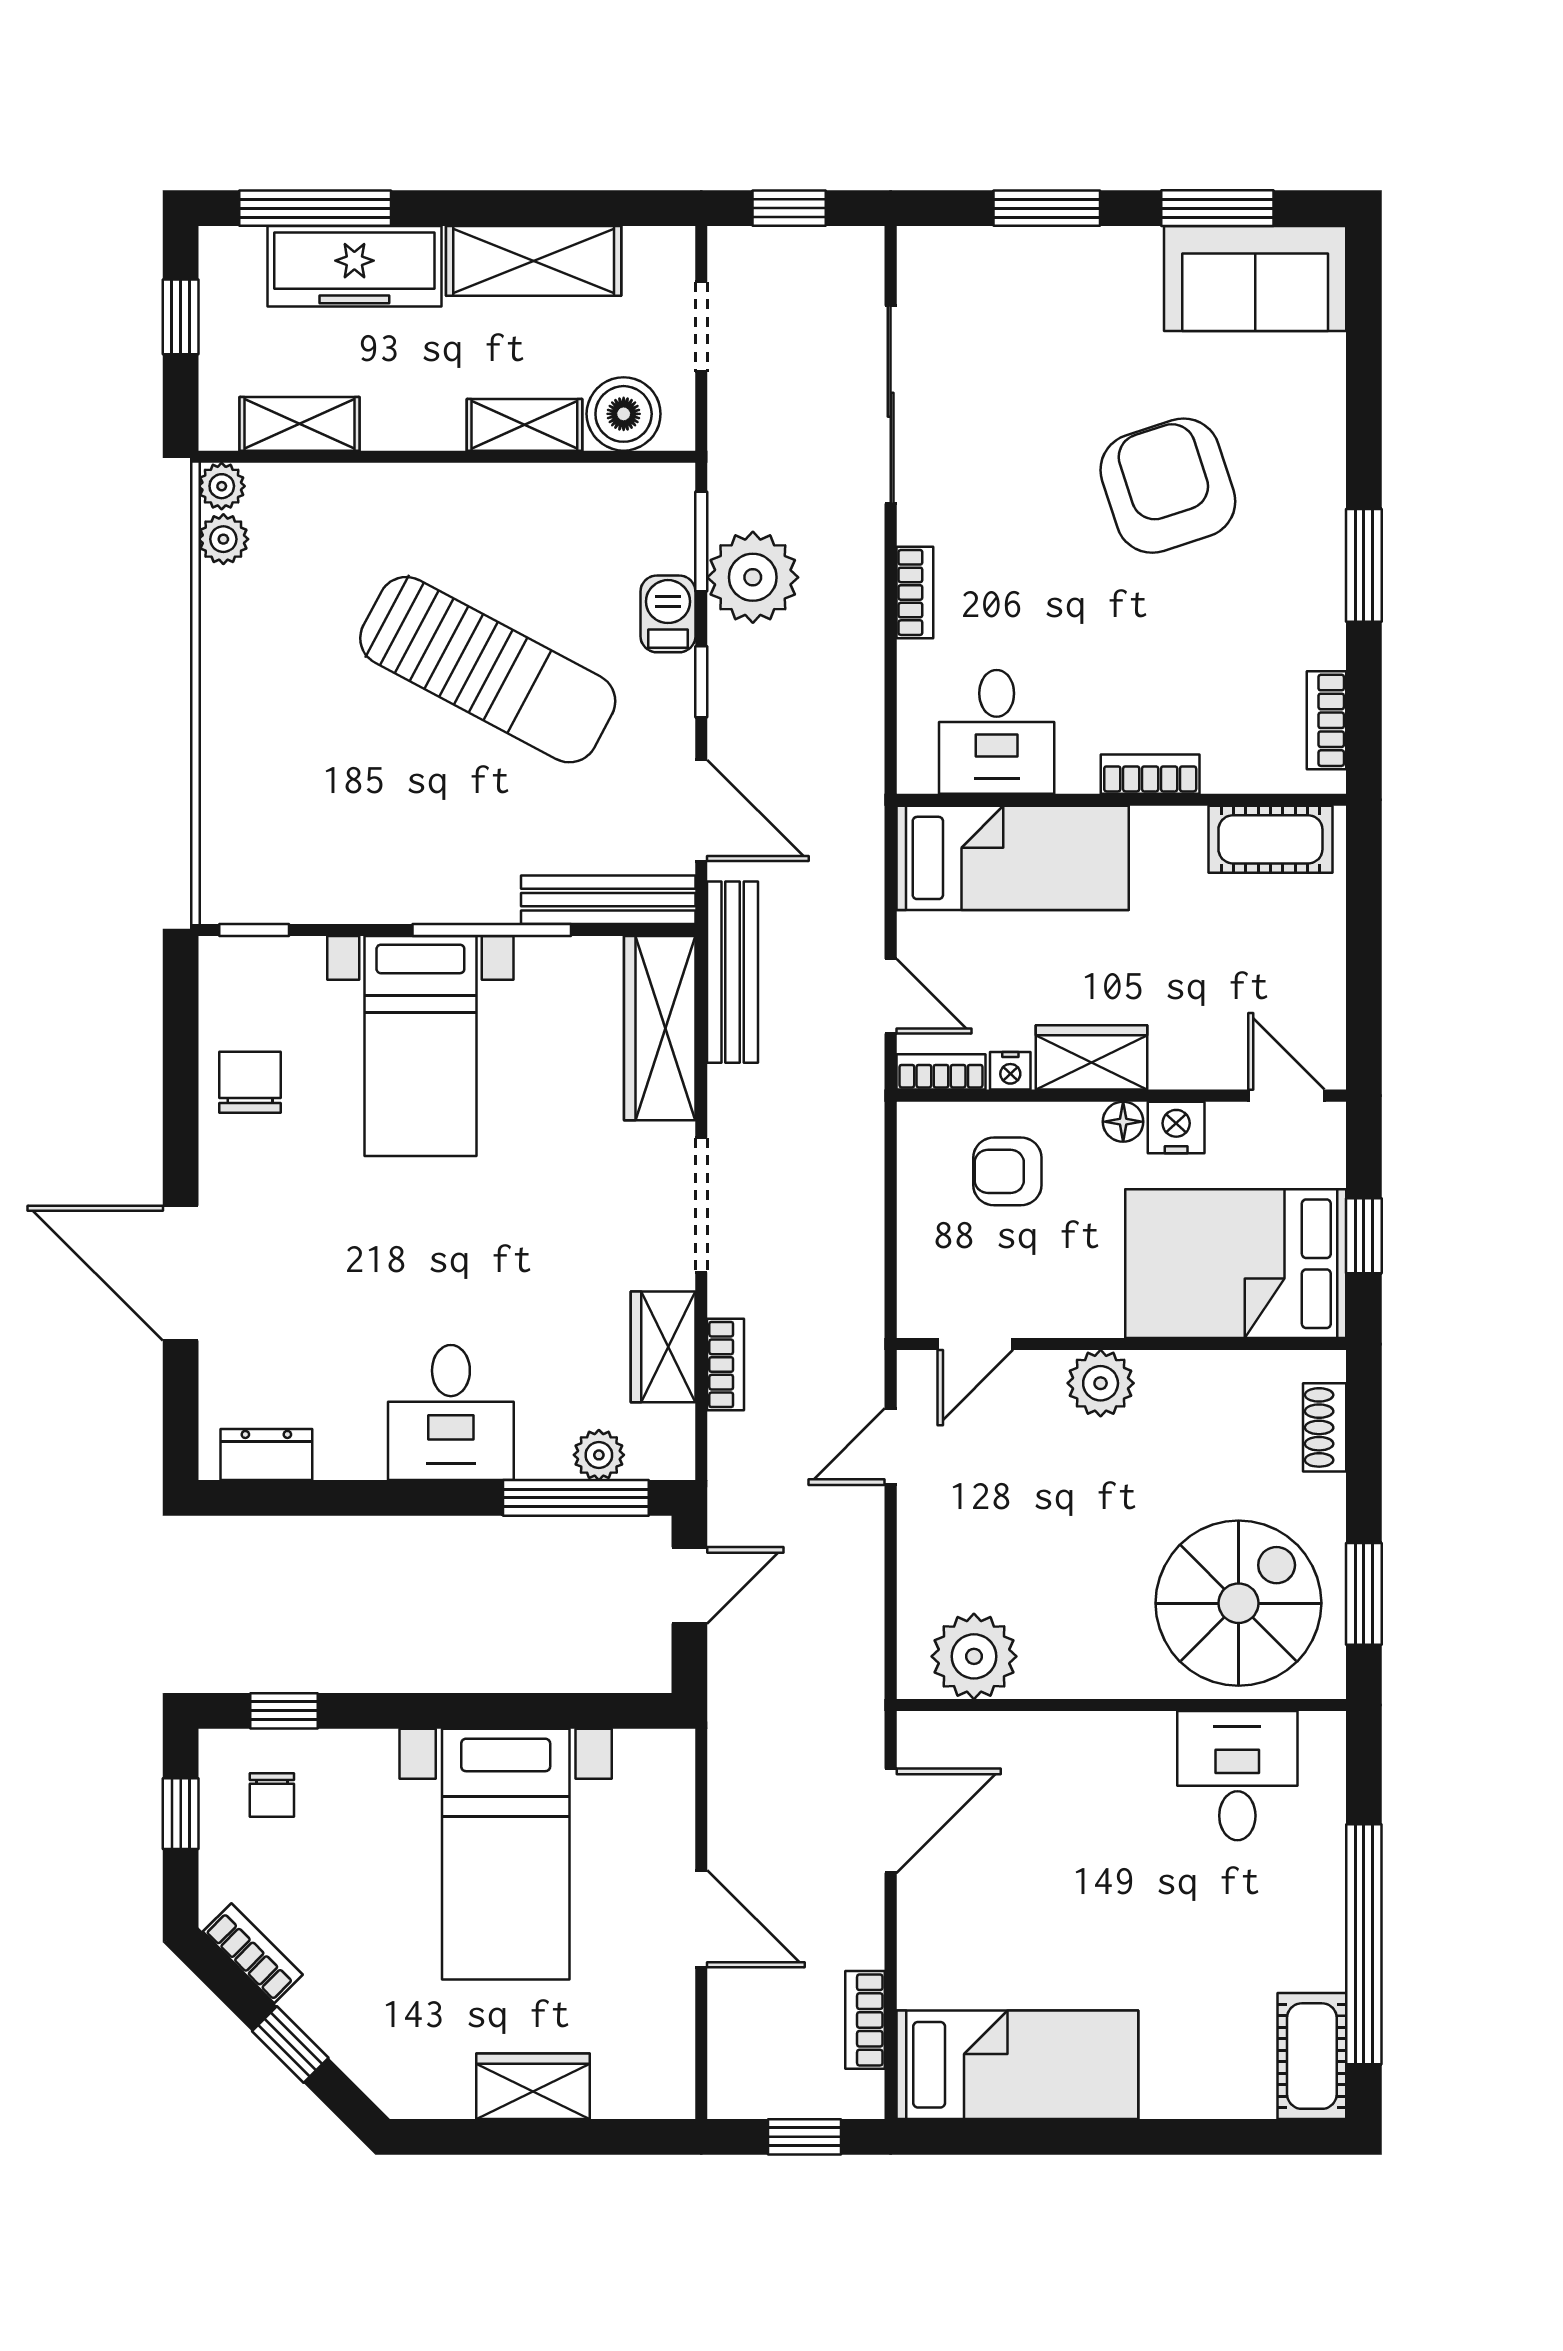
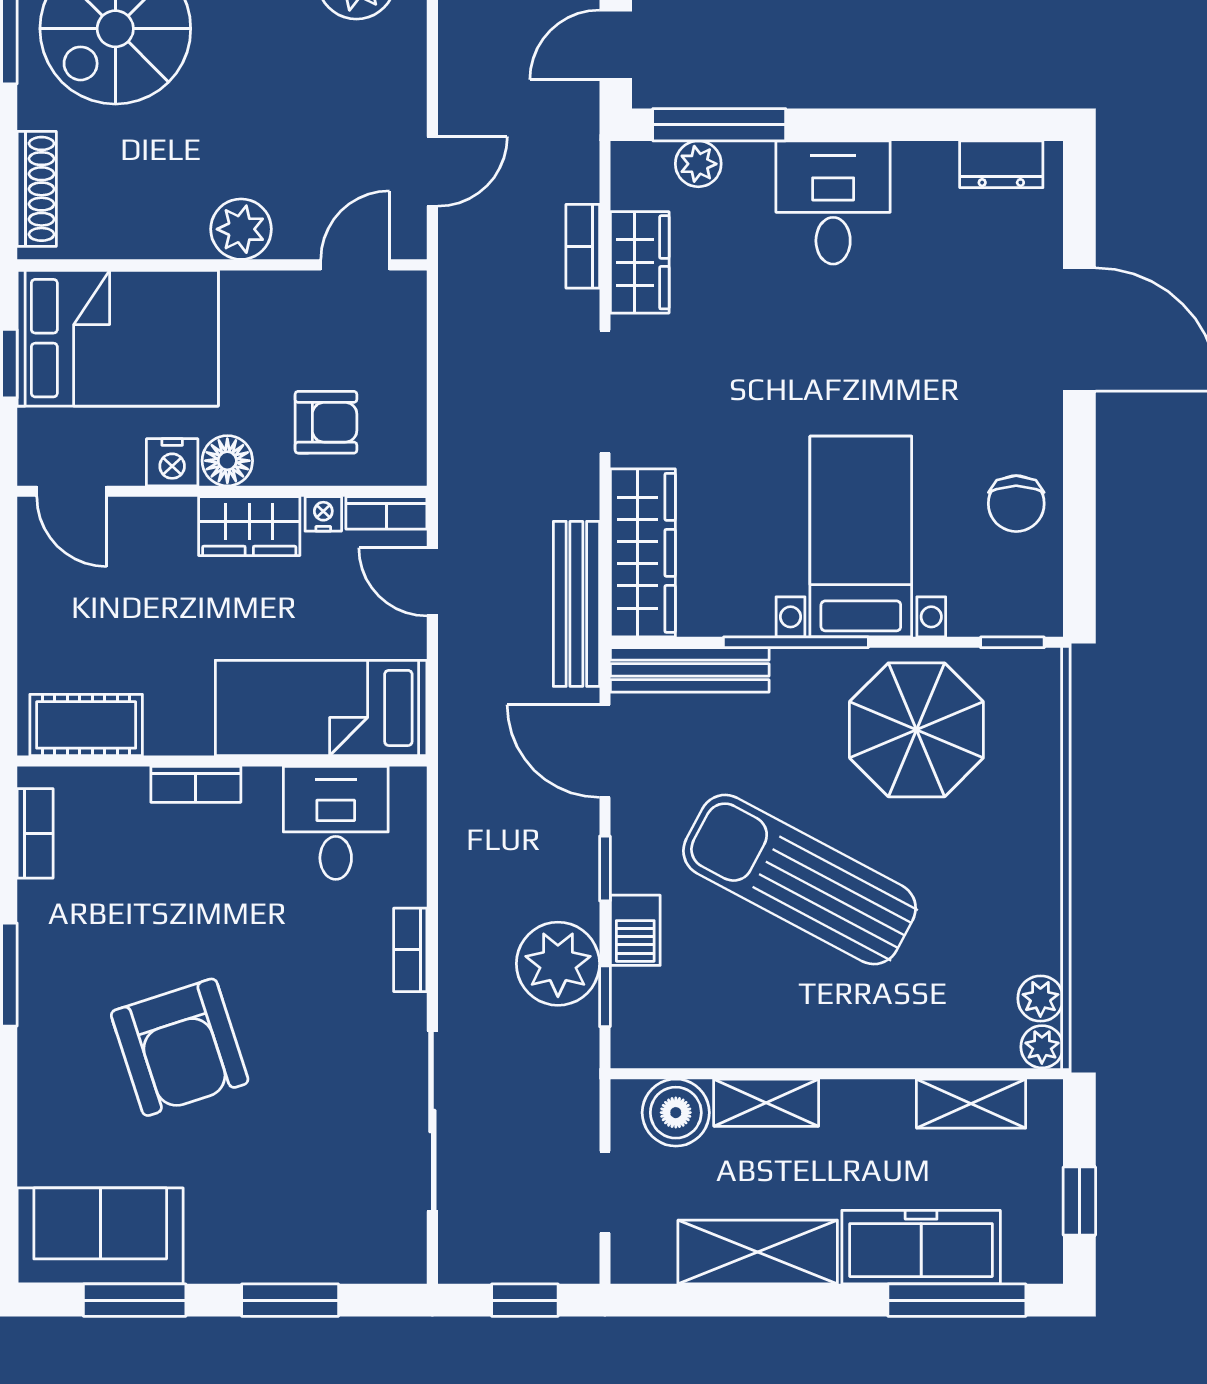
window: (701, 542) -> (605, 996), width x0.67
parasol: (360, 834) -> (916, 730), added
floor lamp: (1123, 1122) -> (227, 461), width x1.37, depth x1.37
shoe rack: (1325, 1427) -> (37, 189), width x1.43

